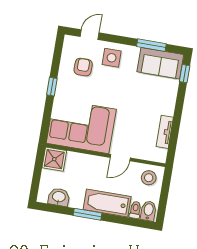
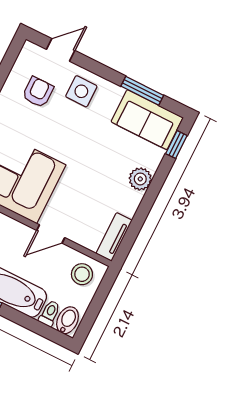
plant: (168, 103) -> (140, 179), added
tv unit: (165, 132) -> (114, 237), moved

